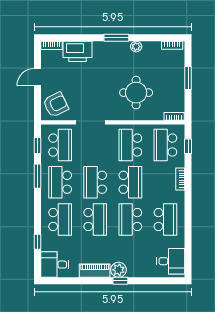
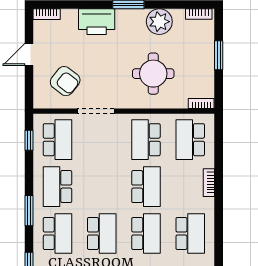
plant: (136, 47) -> (159, 22), width x1.88, depth x1.88
printer: (78, 51) -> (97, 22), moved
armchair: (56, 105) -> (65, 81), moved, turned 64
window: (188, 146) -> (219, 141), removed
window: (37, 176) -> (29, 211), moved
school desk: (95, 182) -> (102, 187), removed
school desk: (130, 219) -> (146, 233), turned 180

